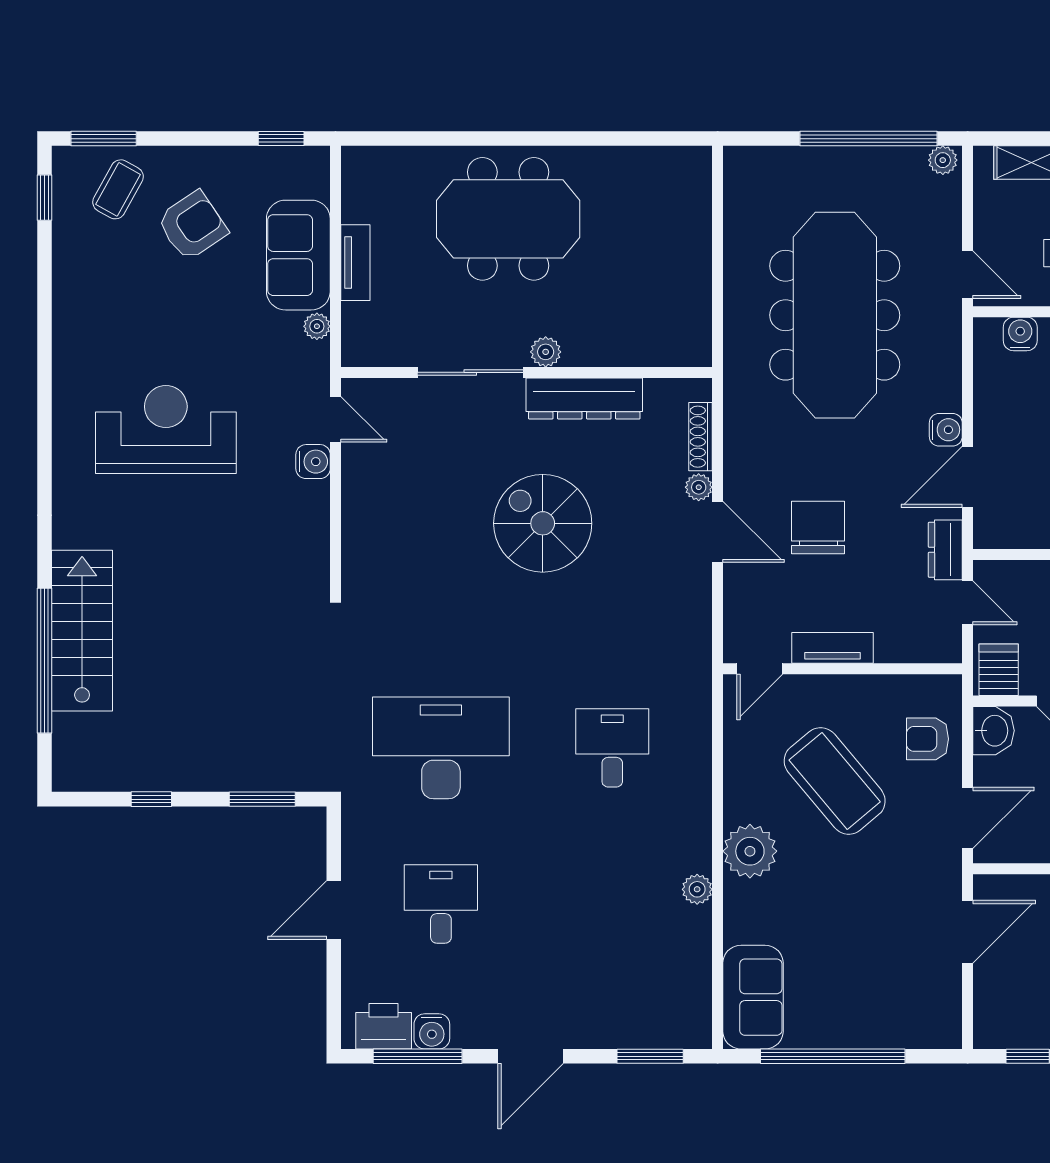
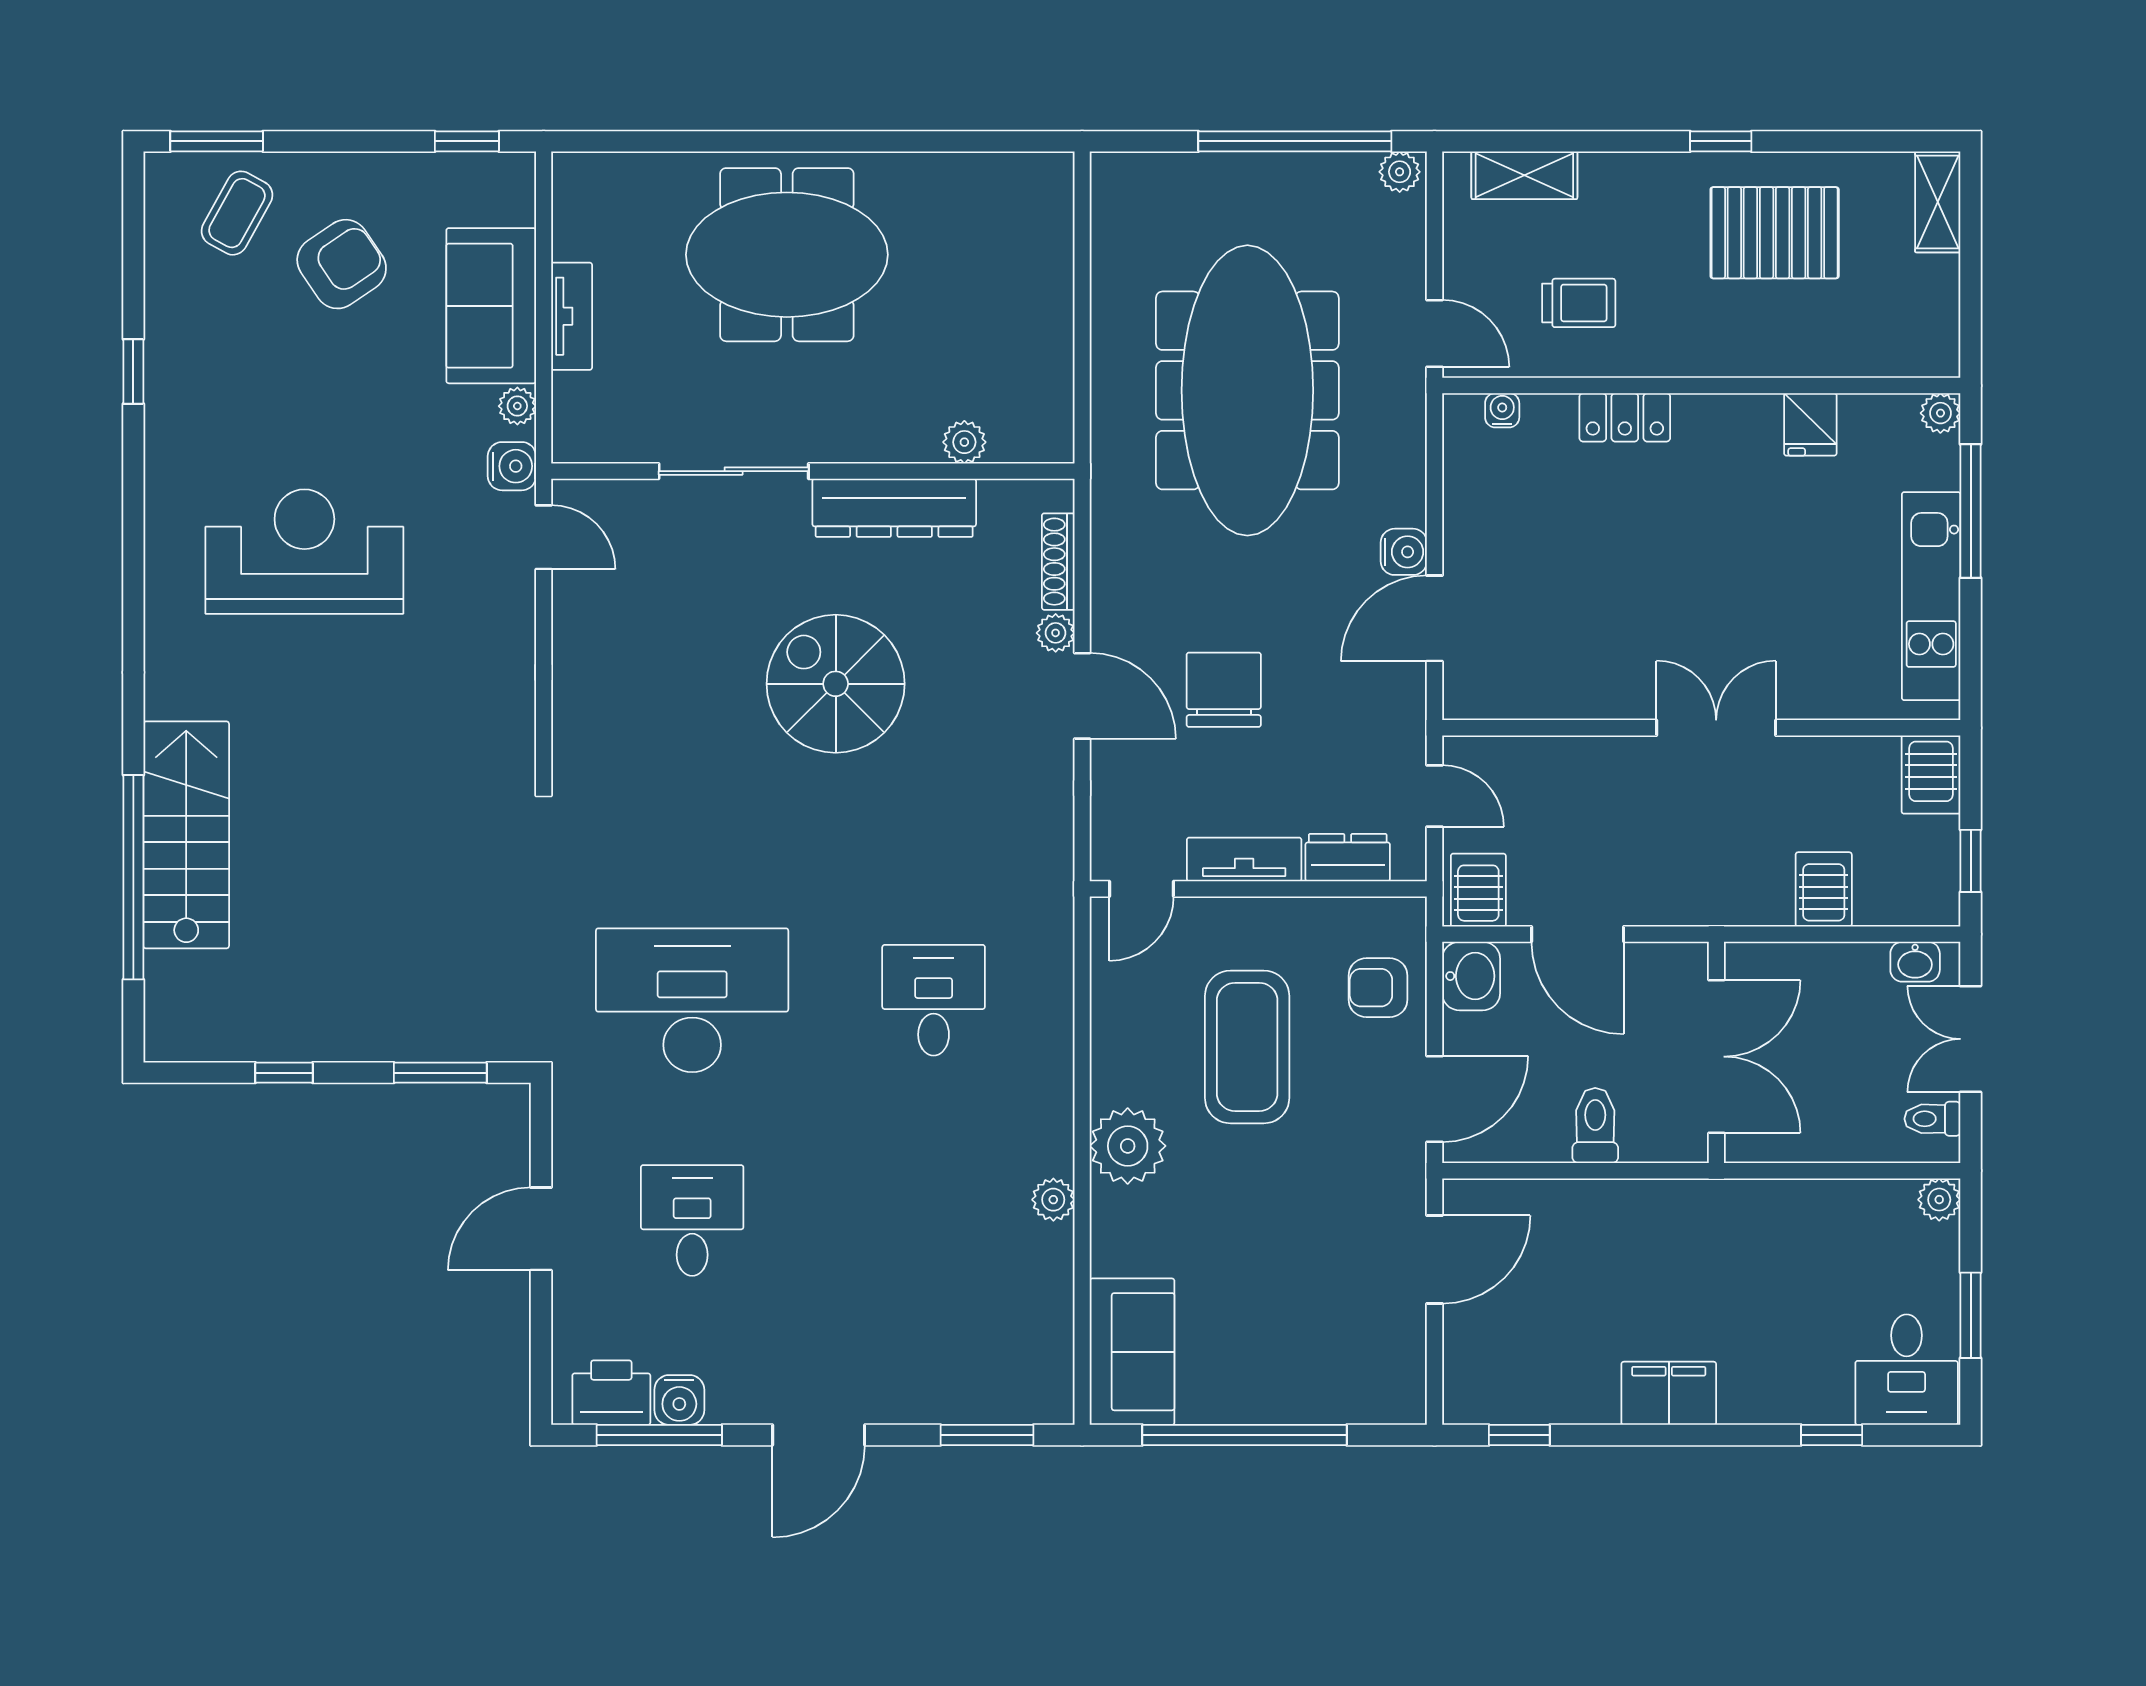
window: (45, 198) -> (133, 372), moved
water cooler: (1020, 334) -> (1502, 410), width x0.72, depth x0.72
plant: (546, 352) -> (964, 442), moved
water cooler: (313, 462) -> (512, 466), moved
dresser: (945, 550) -> (1348, 858), moved, turned 90
coffee table: (835, 781) -> (1247, 1047), turned 40

